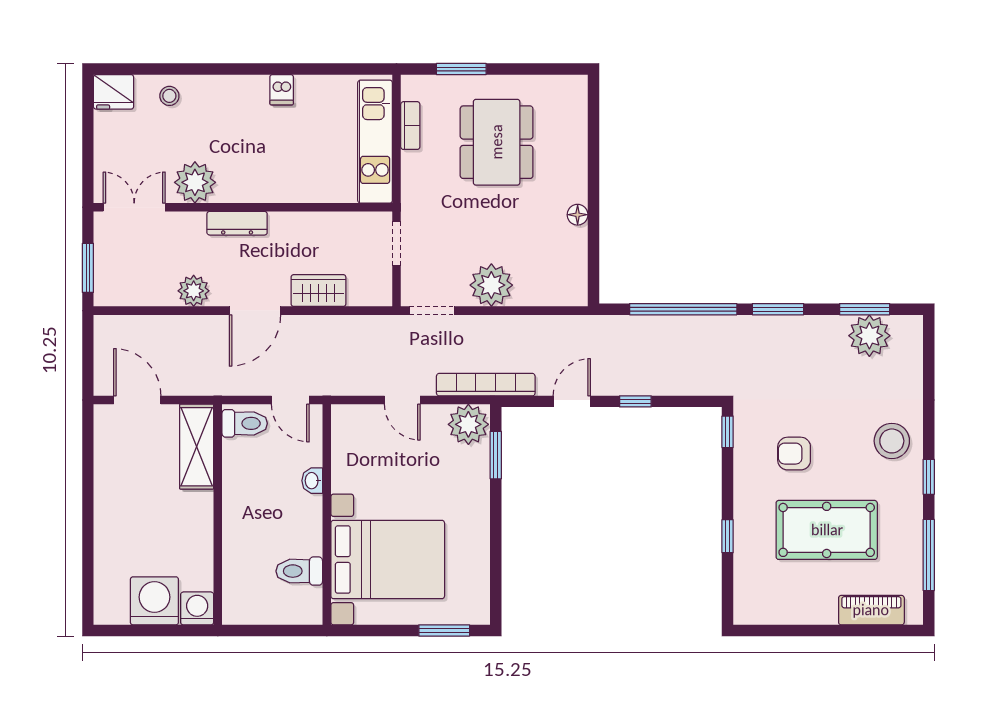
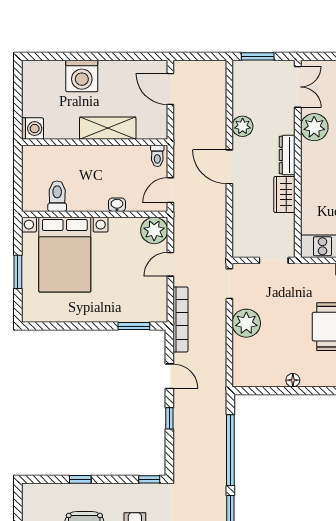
wardrobe: (318, 291) -> (284, 194), moved, turned 180
door: (137, 400) -> (170, 89), swing flipped
toilet: (245, 423) -> (157, 156), width x0.73, depth x0.72
plant: (468, 424) -> (154, 230), moved
shelving: (197, 447) -> (108, 128), moved
washing machine: (154, 601) -> (82, 76), moved, turned 90
window: (444, 630) -> (18, 272), moved

